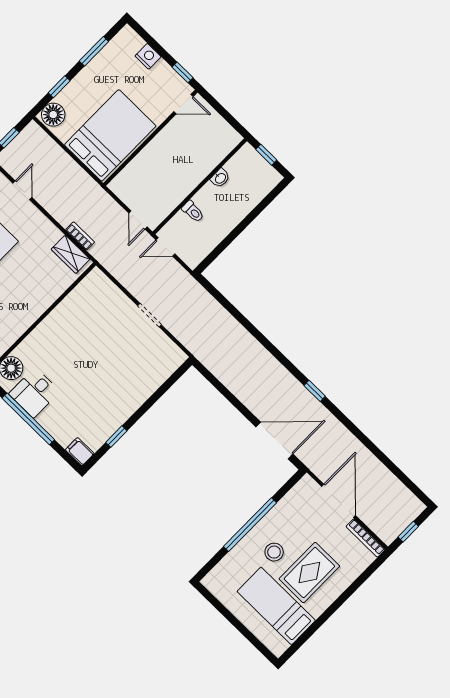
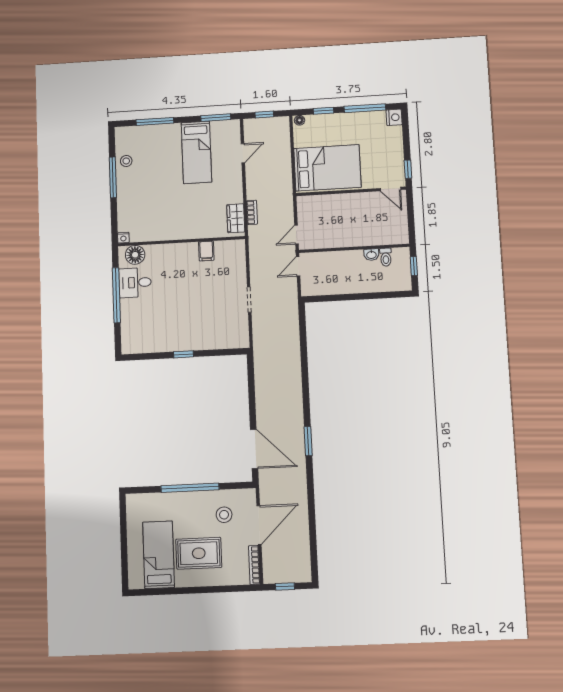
window: (94, 51) -> (365, 108), width x1.44
nightstand: (148, 56) -> (394, 117), moved
floor lamp: (53, 115) -> (300, 120), width x0.53, depth x0.53
toilet: (193, 211) -> (386, 257), moved
door: (165, 247) -> (298, 266), hinge flipped
window: (315, 391) -> (308, 441), width x1.50
window: (116, 437) -> (184, 354), moved
filing cabinet: (80, 452) -> (206, 251), moved, turned 180
stool: (274, 552) -> (224, 515), moved

